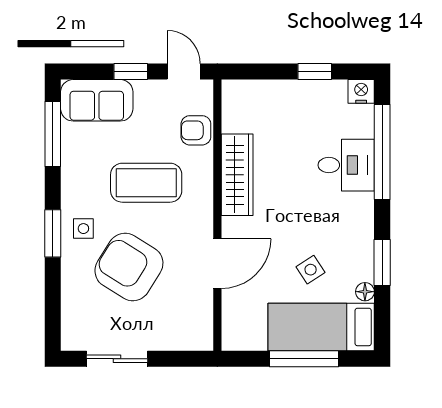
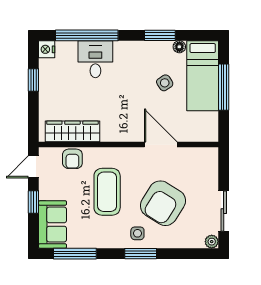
wardrobe: (237, 175) -> (72, 131), moved
plant: (71, 341) -> (212, 242), added

